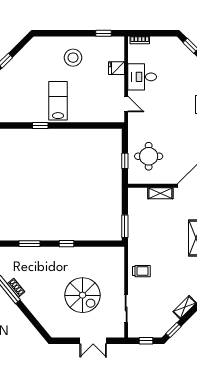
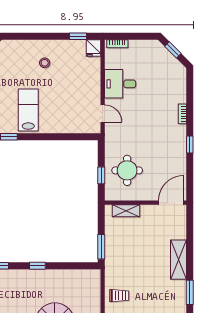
stool: (73, 58) -> (45, 63), width x0.53, depth x0.53
fridge: (117, 68) -> (93, 48), moved, turned -90
shelving: (160, 193) -> (126, 211), moved

